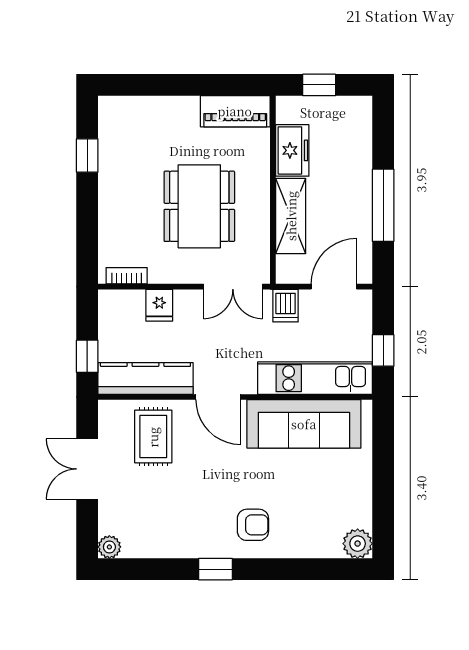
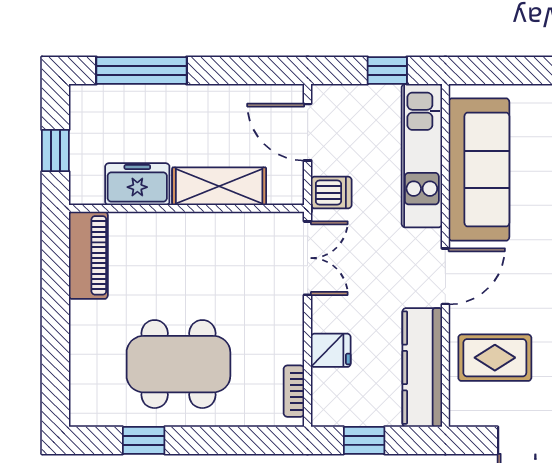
window: (383, 205) -> (141, 71), moved
dining table: (199, 206) -> (178, 364), moved
window: (87, 356) -> (364, 440), moved

